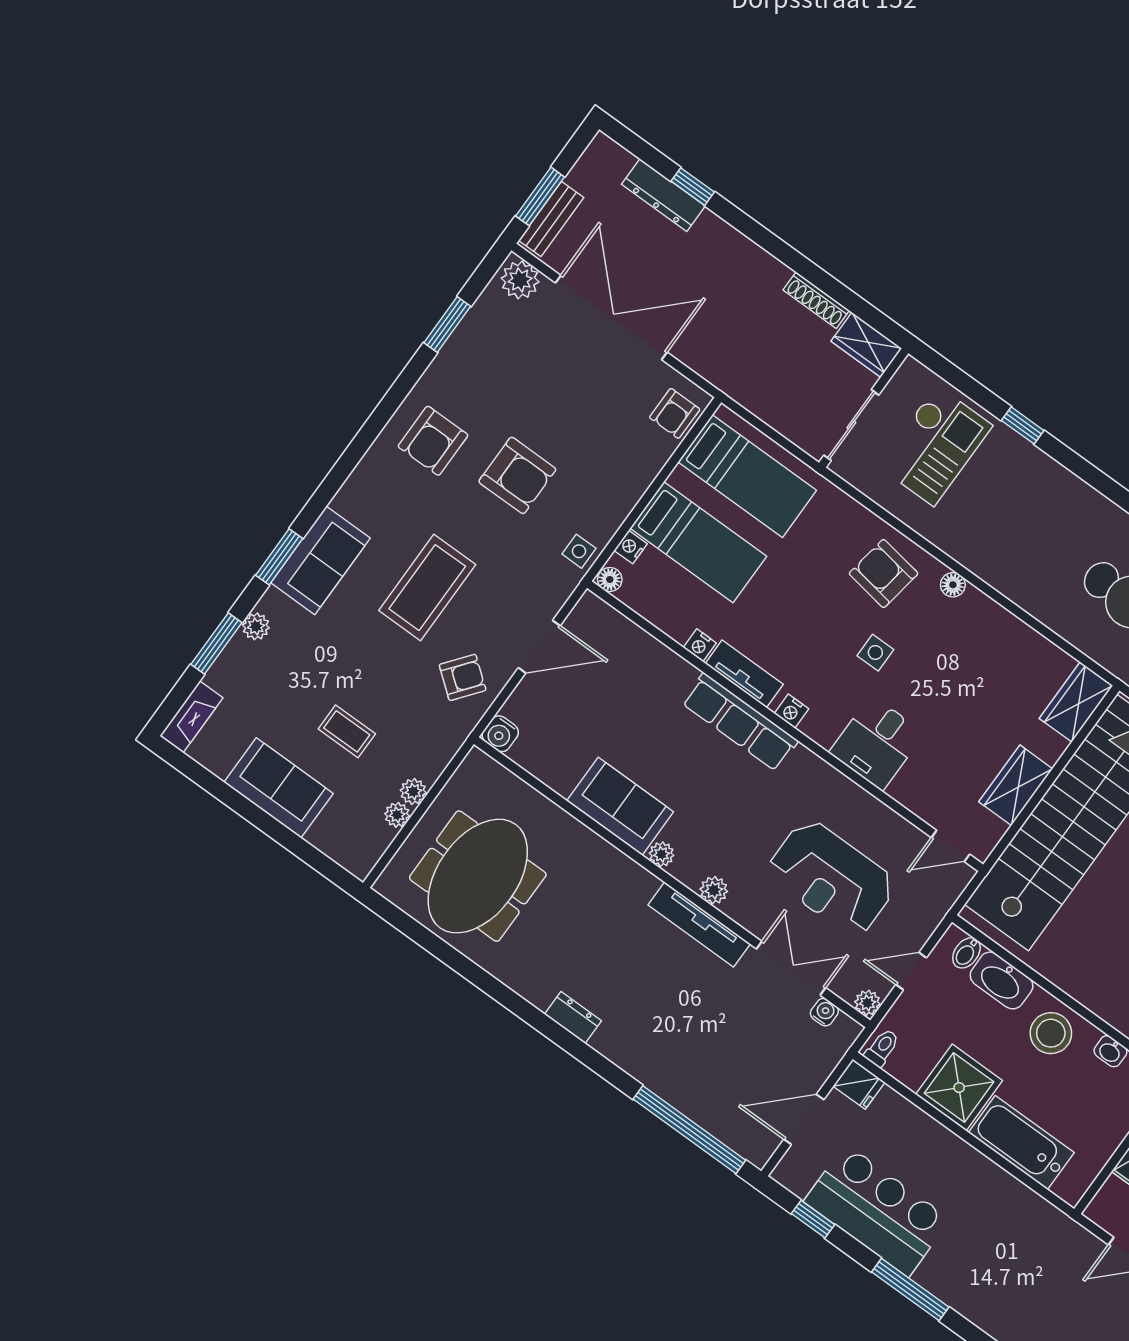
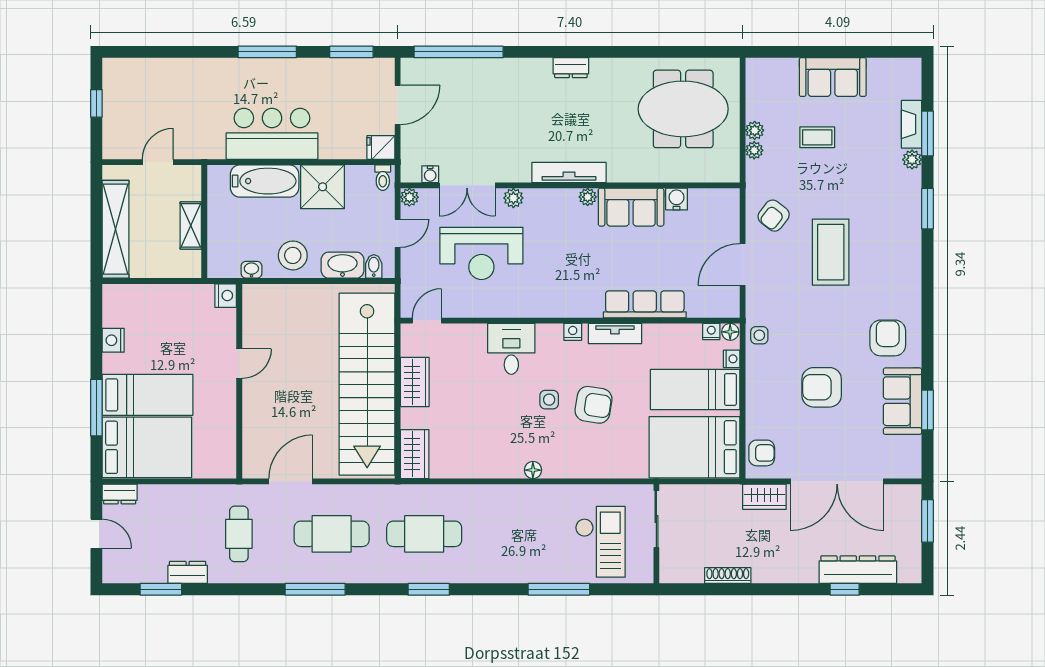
dresser: (663, 195) -> (858, 570), width x1.37, depth x1.24
bench: (551, 219) -> (912, 513), removed
plant: (520, 280) -> (904, 465), removed
wardrobe: (866, 345) -> (764, 497), moved, turned 180
armchair: (675, 413) -> (762, 453), turned 90
window: (1023, 425) -> (559, 589), width x2.17
checkout: (935, 446) -> (600, 542), turned 180
armchair: (517, 475) -> (822, 387), moved
bed: (747, 476) -> (695, 447), width x1.50
sofa: (320, 560) -> (902, 401), moved
armchair: (884, 573) -> (593, 405), moved
nightstand: (700, 645) -> (711, 331), moved
fireplace: (191, 717) -> (911, 124), moved
row of seats: (740, 722) -> (645, 304), moved
water cooler: (500, 734) -> (677, 199), moved
plant: (397, 815) -> (754, 150), moved
meeting table: (478, 876) -> (683, 109), turned 90
reception desk: (831, 878) -> (481, 253), turned 180
plant: (714, 890) -> (513, 198), moved
tv unit: (699, 924) -> (569, 173), moved
bar counter: (877, 1210) -> (272, 134), moved, turned 180
window: (813, 1219) -> (351, 52), width x1.50

